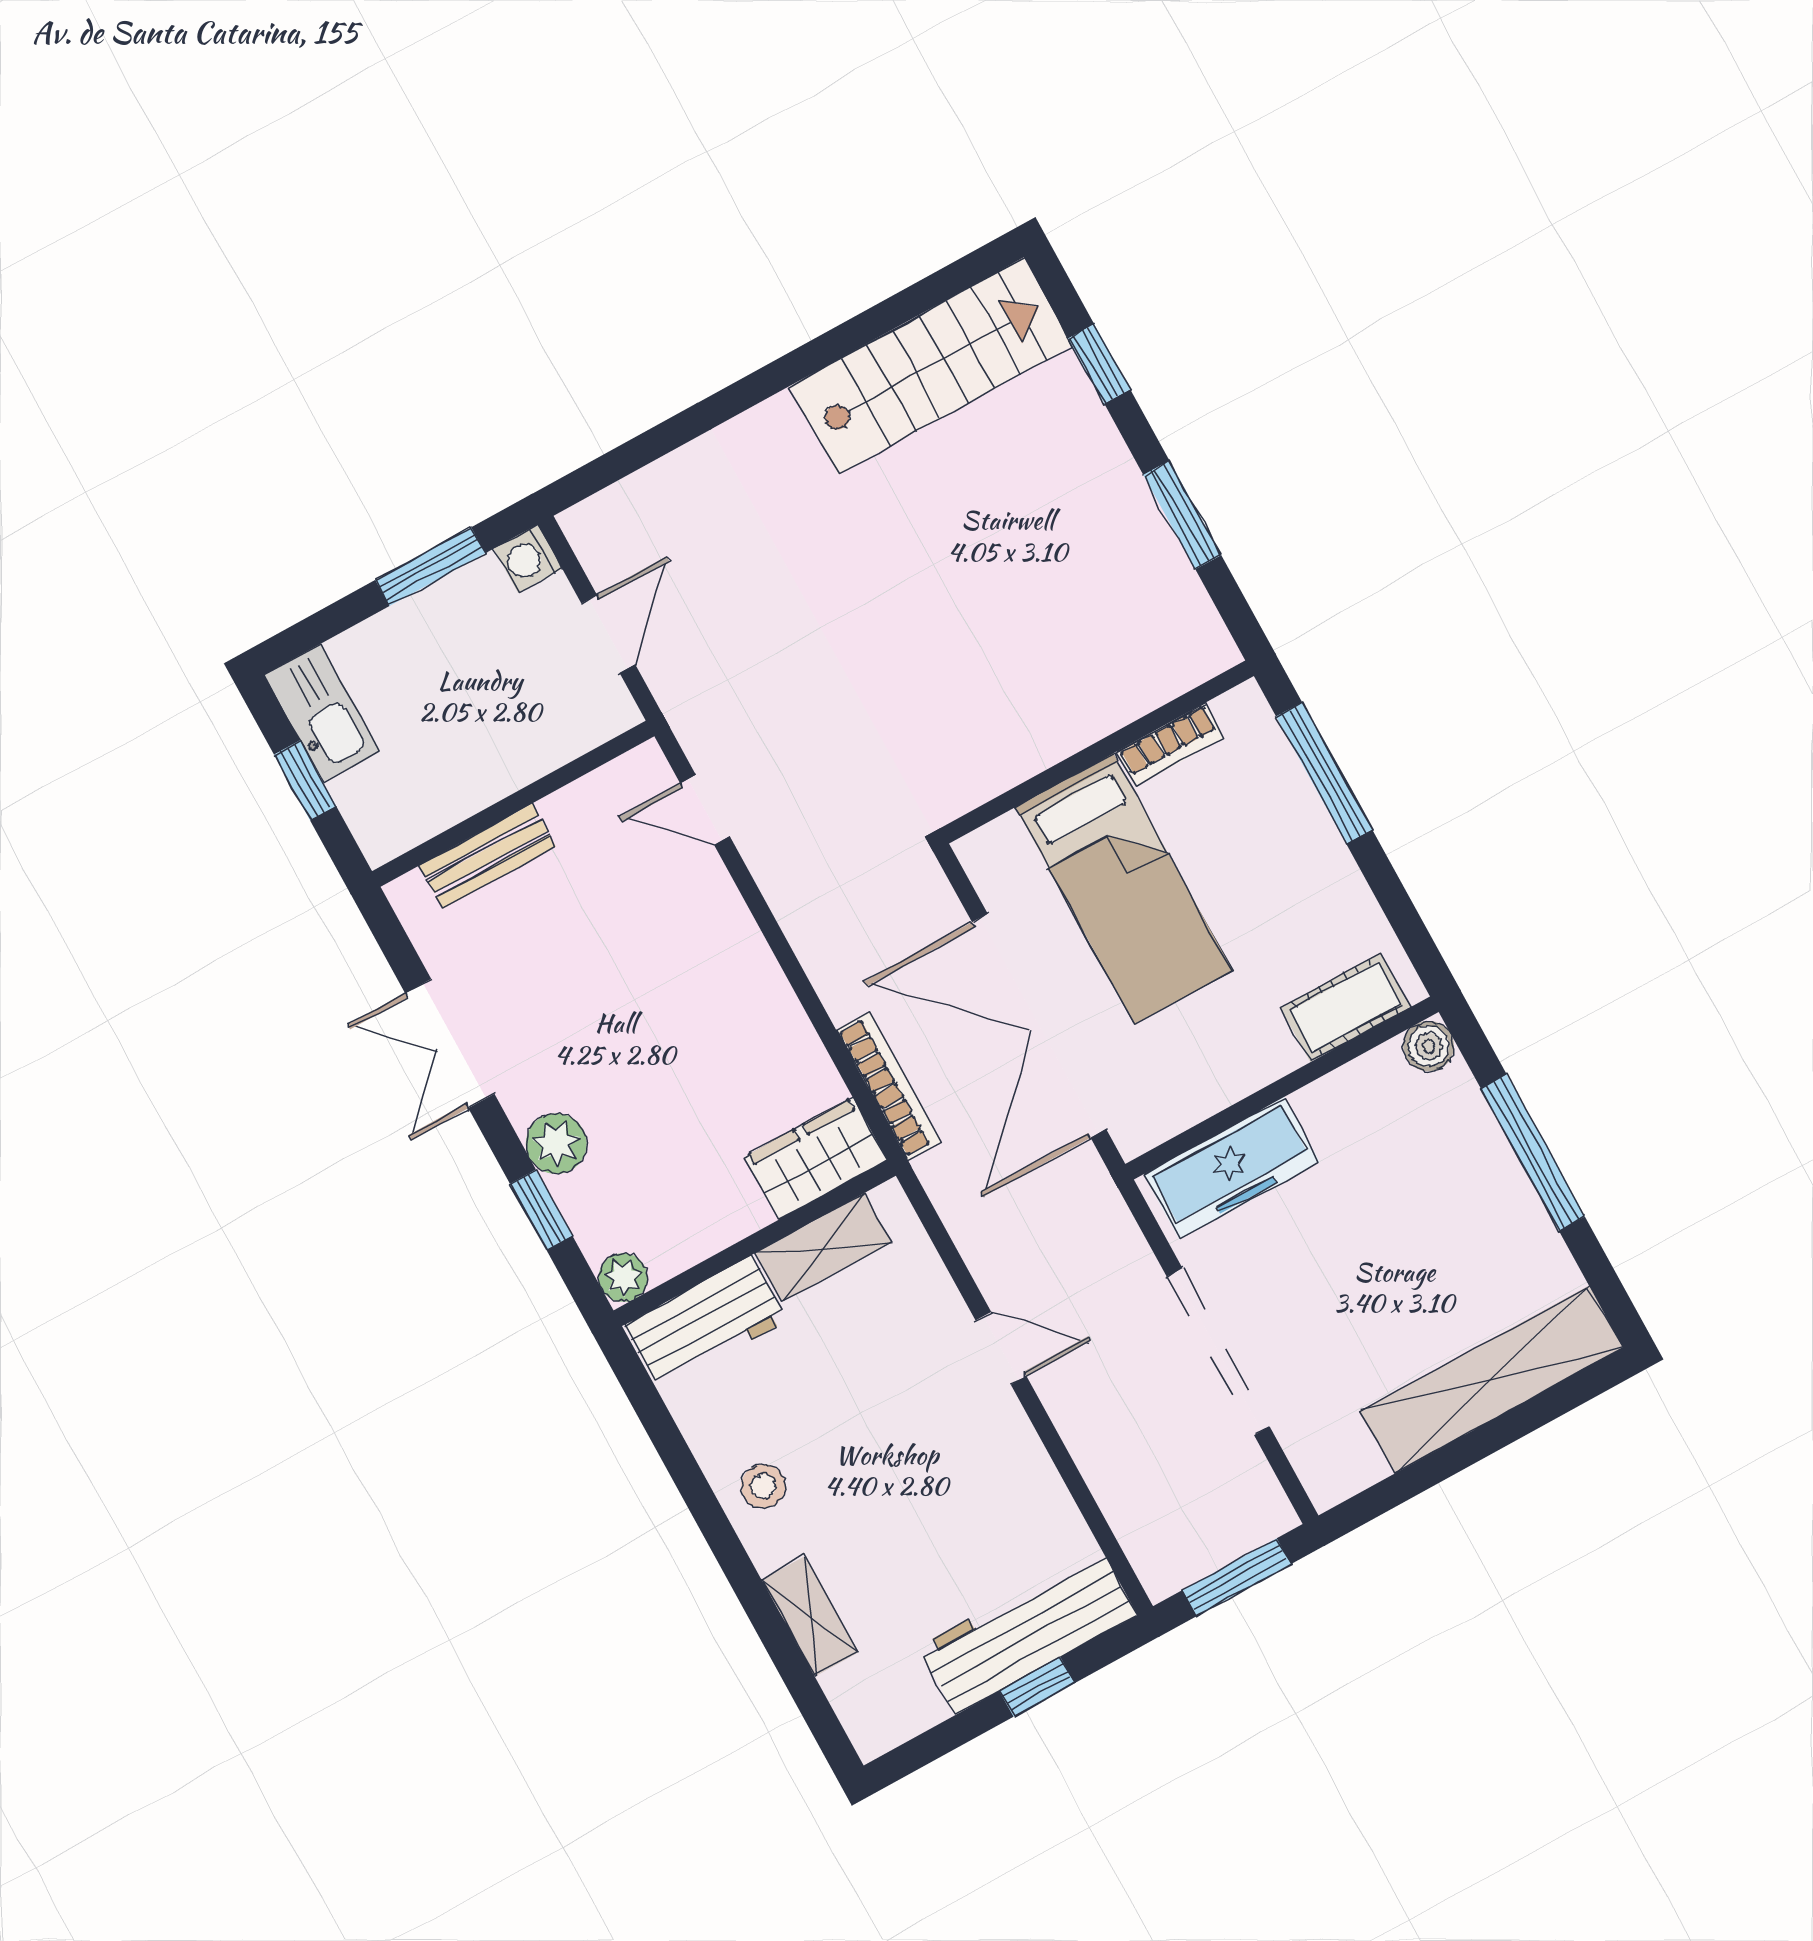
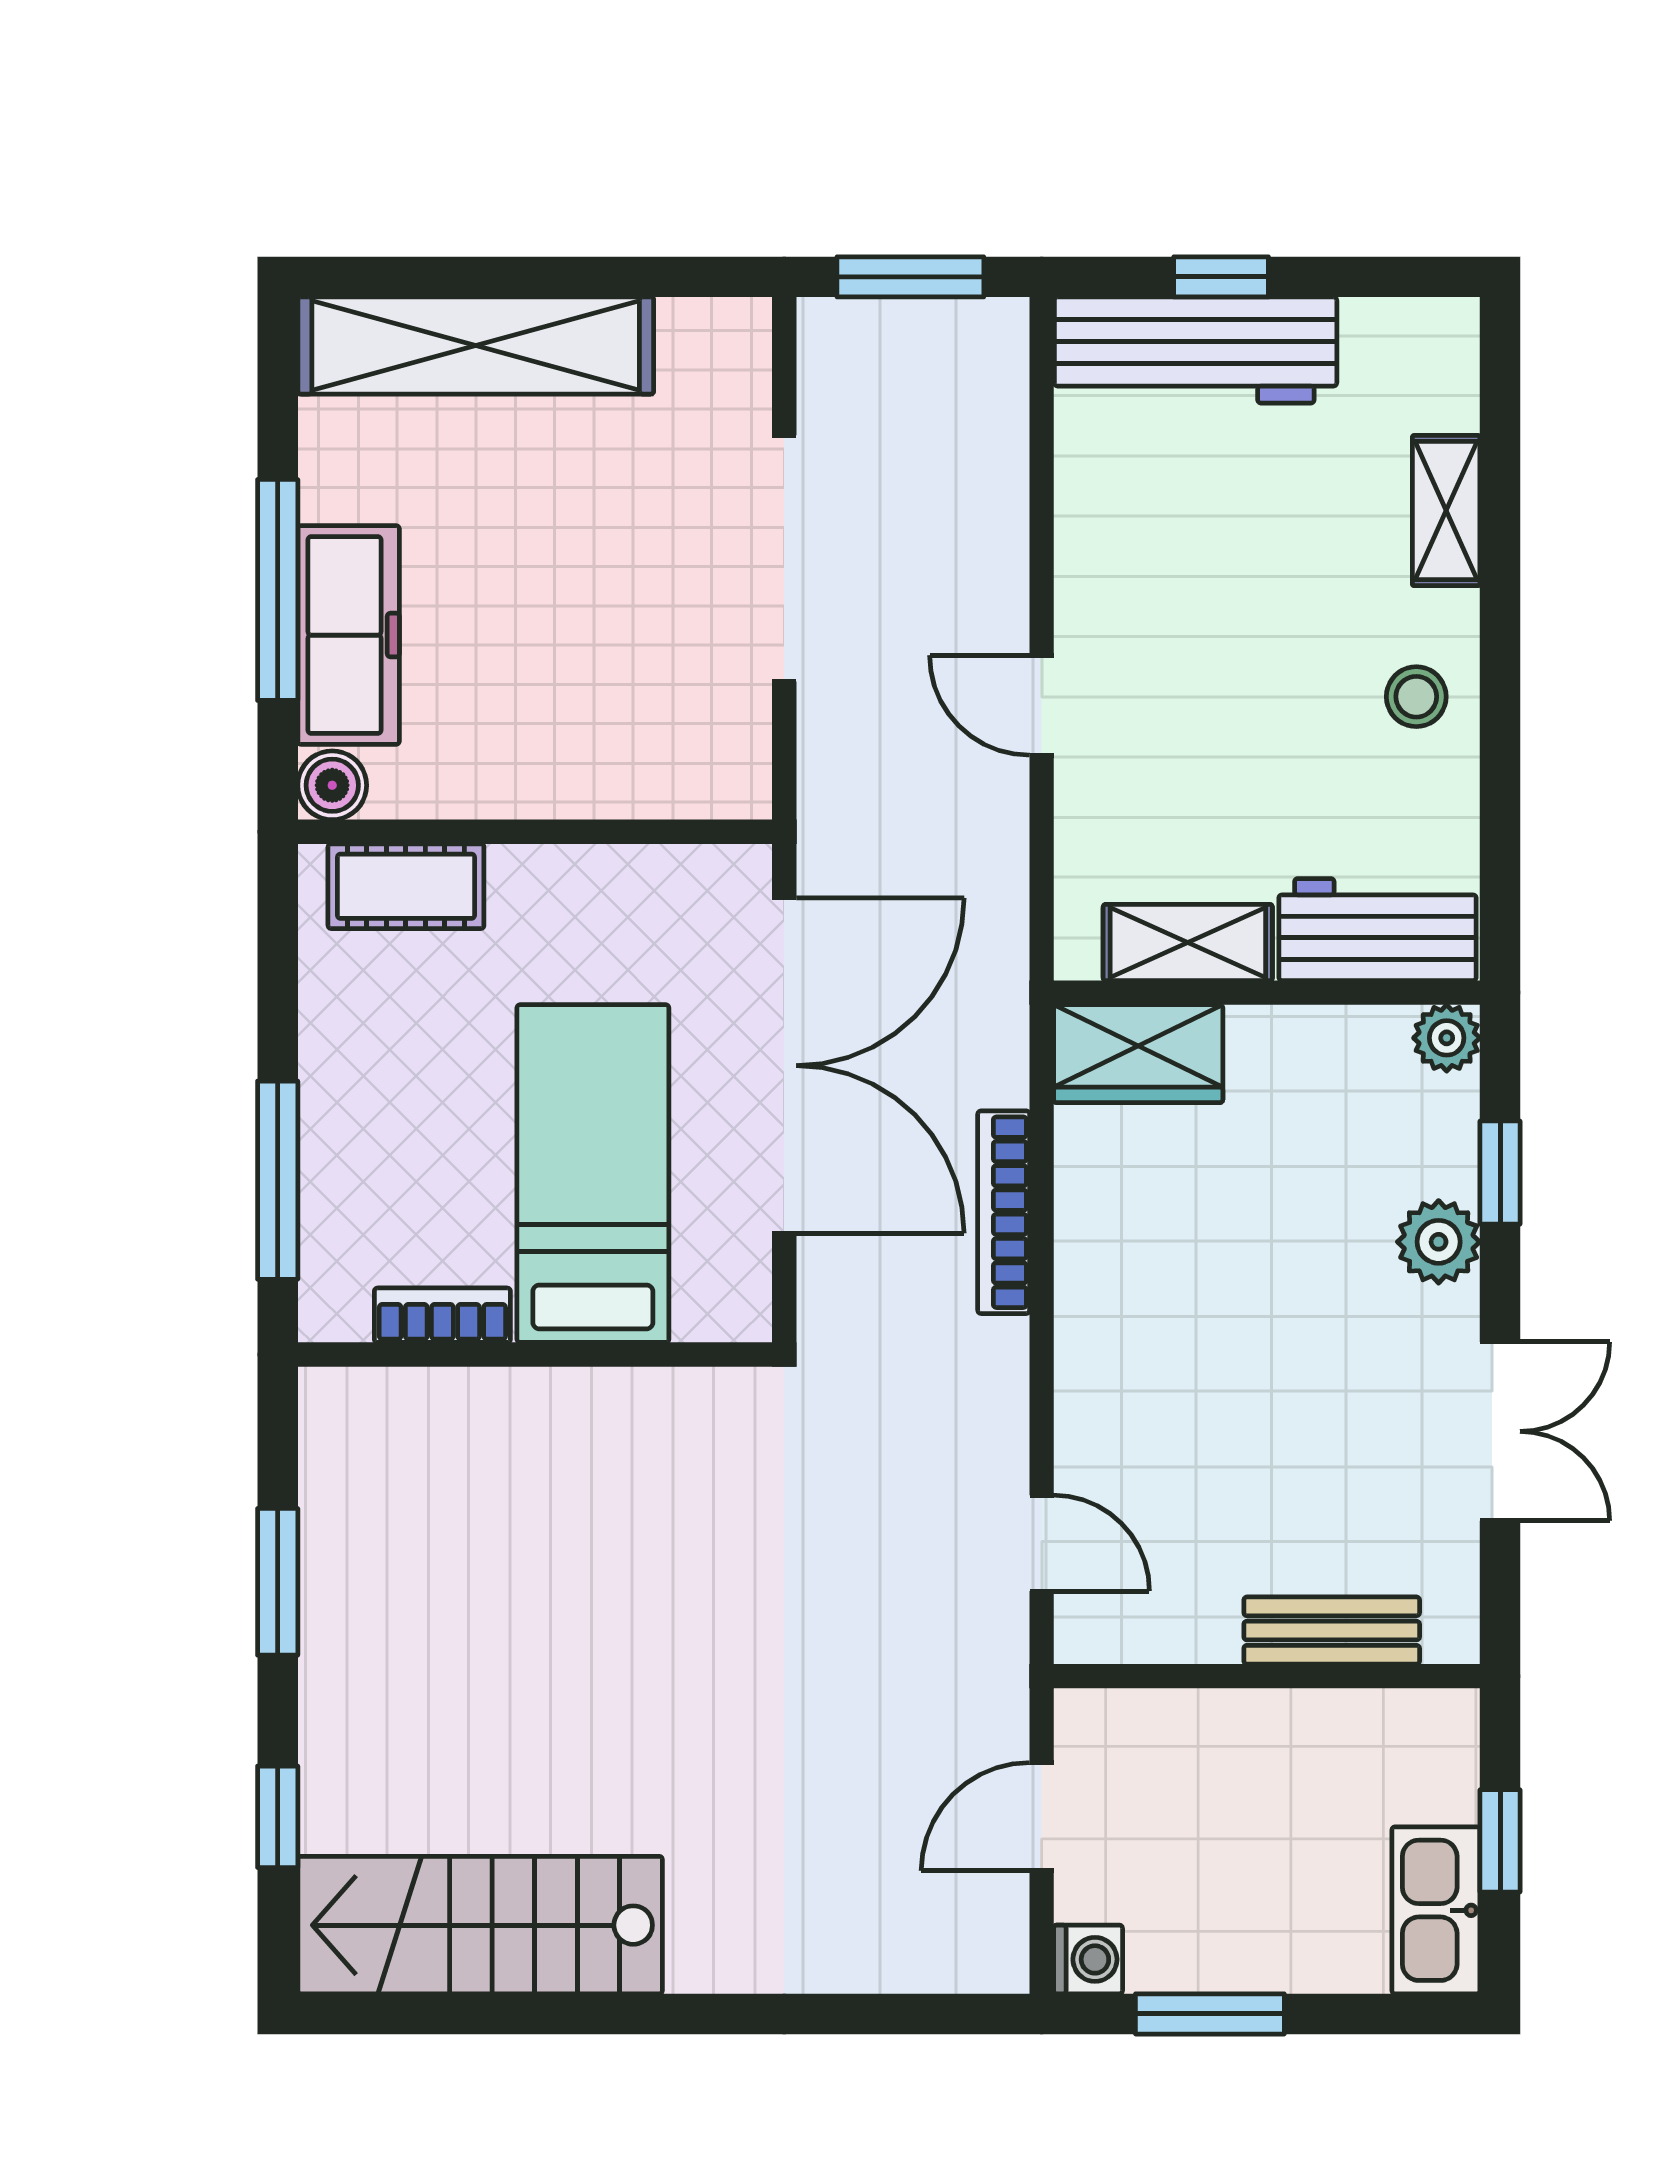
bookcase: (889, 1086) -> (1004, 1212), moved
freezer: (1232, 1168) -> (349, 635), moved, turned 90

